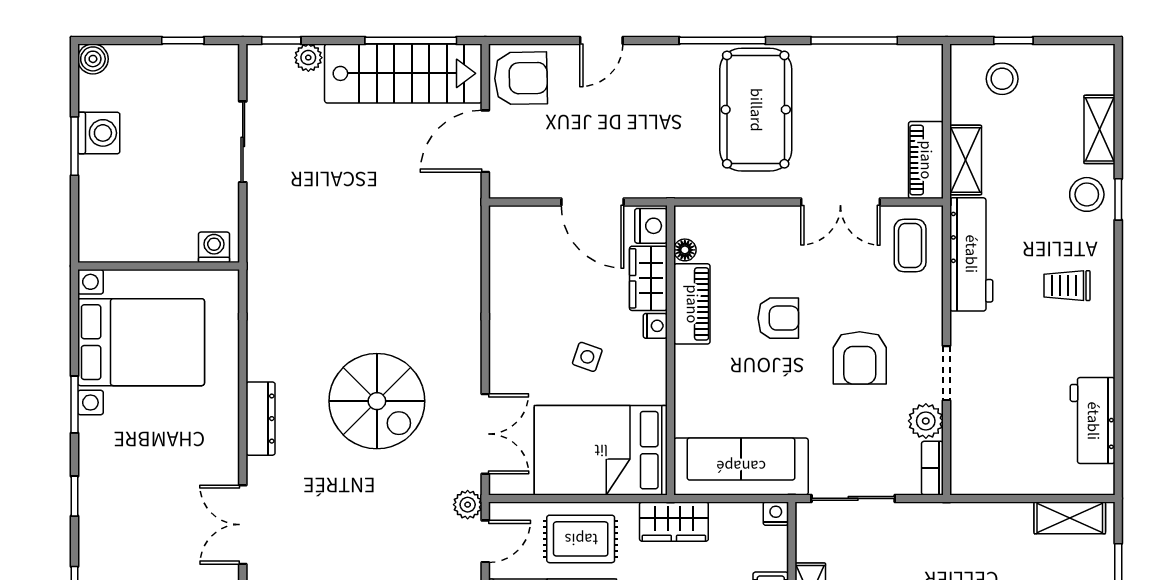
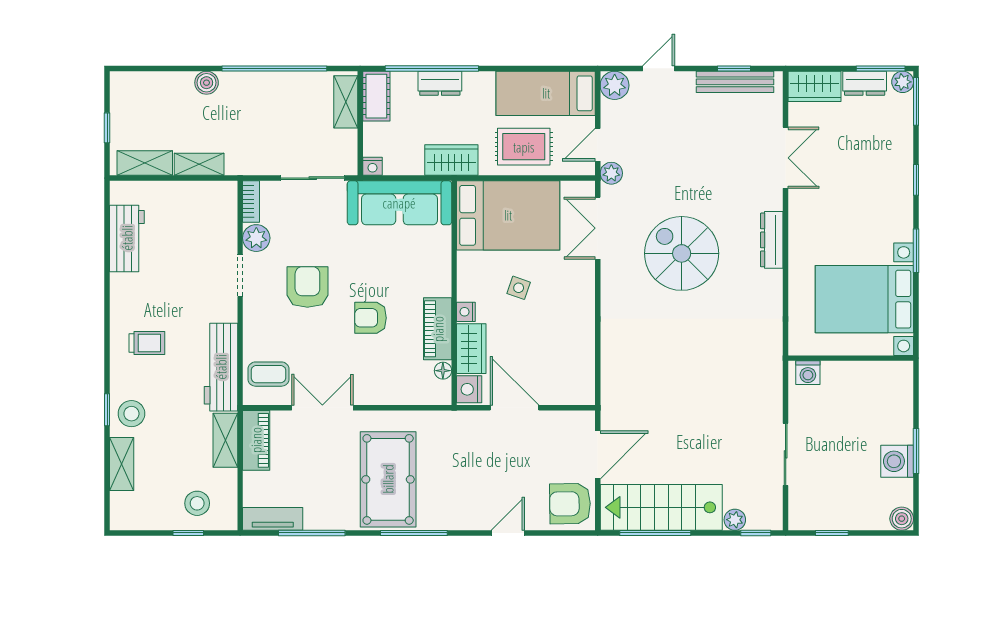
tv unit: (905, 59) -> (273, 519), added
coffee table: (910, 245) -> (268, 374), turned 90
shelving: (1000, 516) -> (199, 164), added

